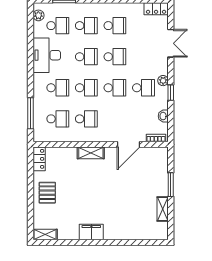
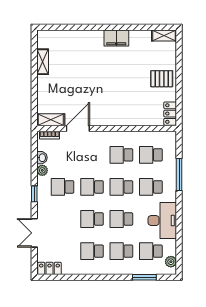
plant: (163, 81) -> (42, 170), moved
window: (171, 93) -> (34, 194), moved
window: (30, 113) -> (179, 174), moved
shelving: (91, 153) -> (51, 120), moved
window: (171, 185) -> (34, 87), removed
pallet: (47, 193) -> (162, 79), turned 90

